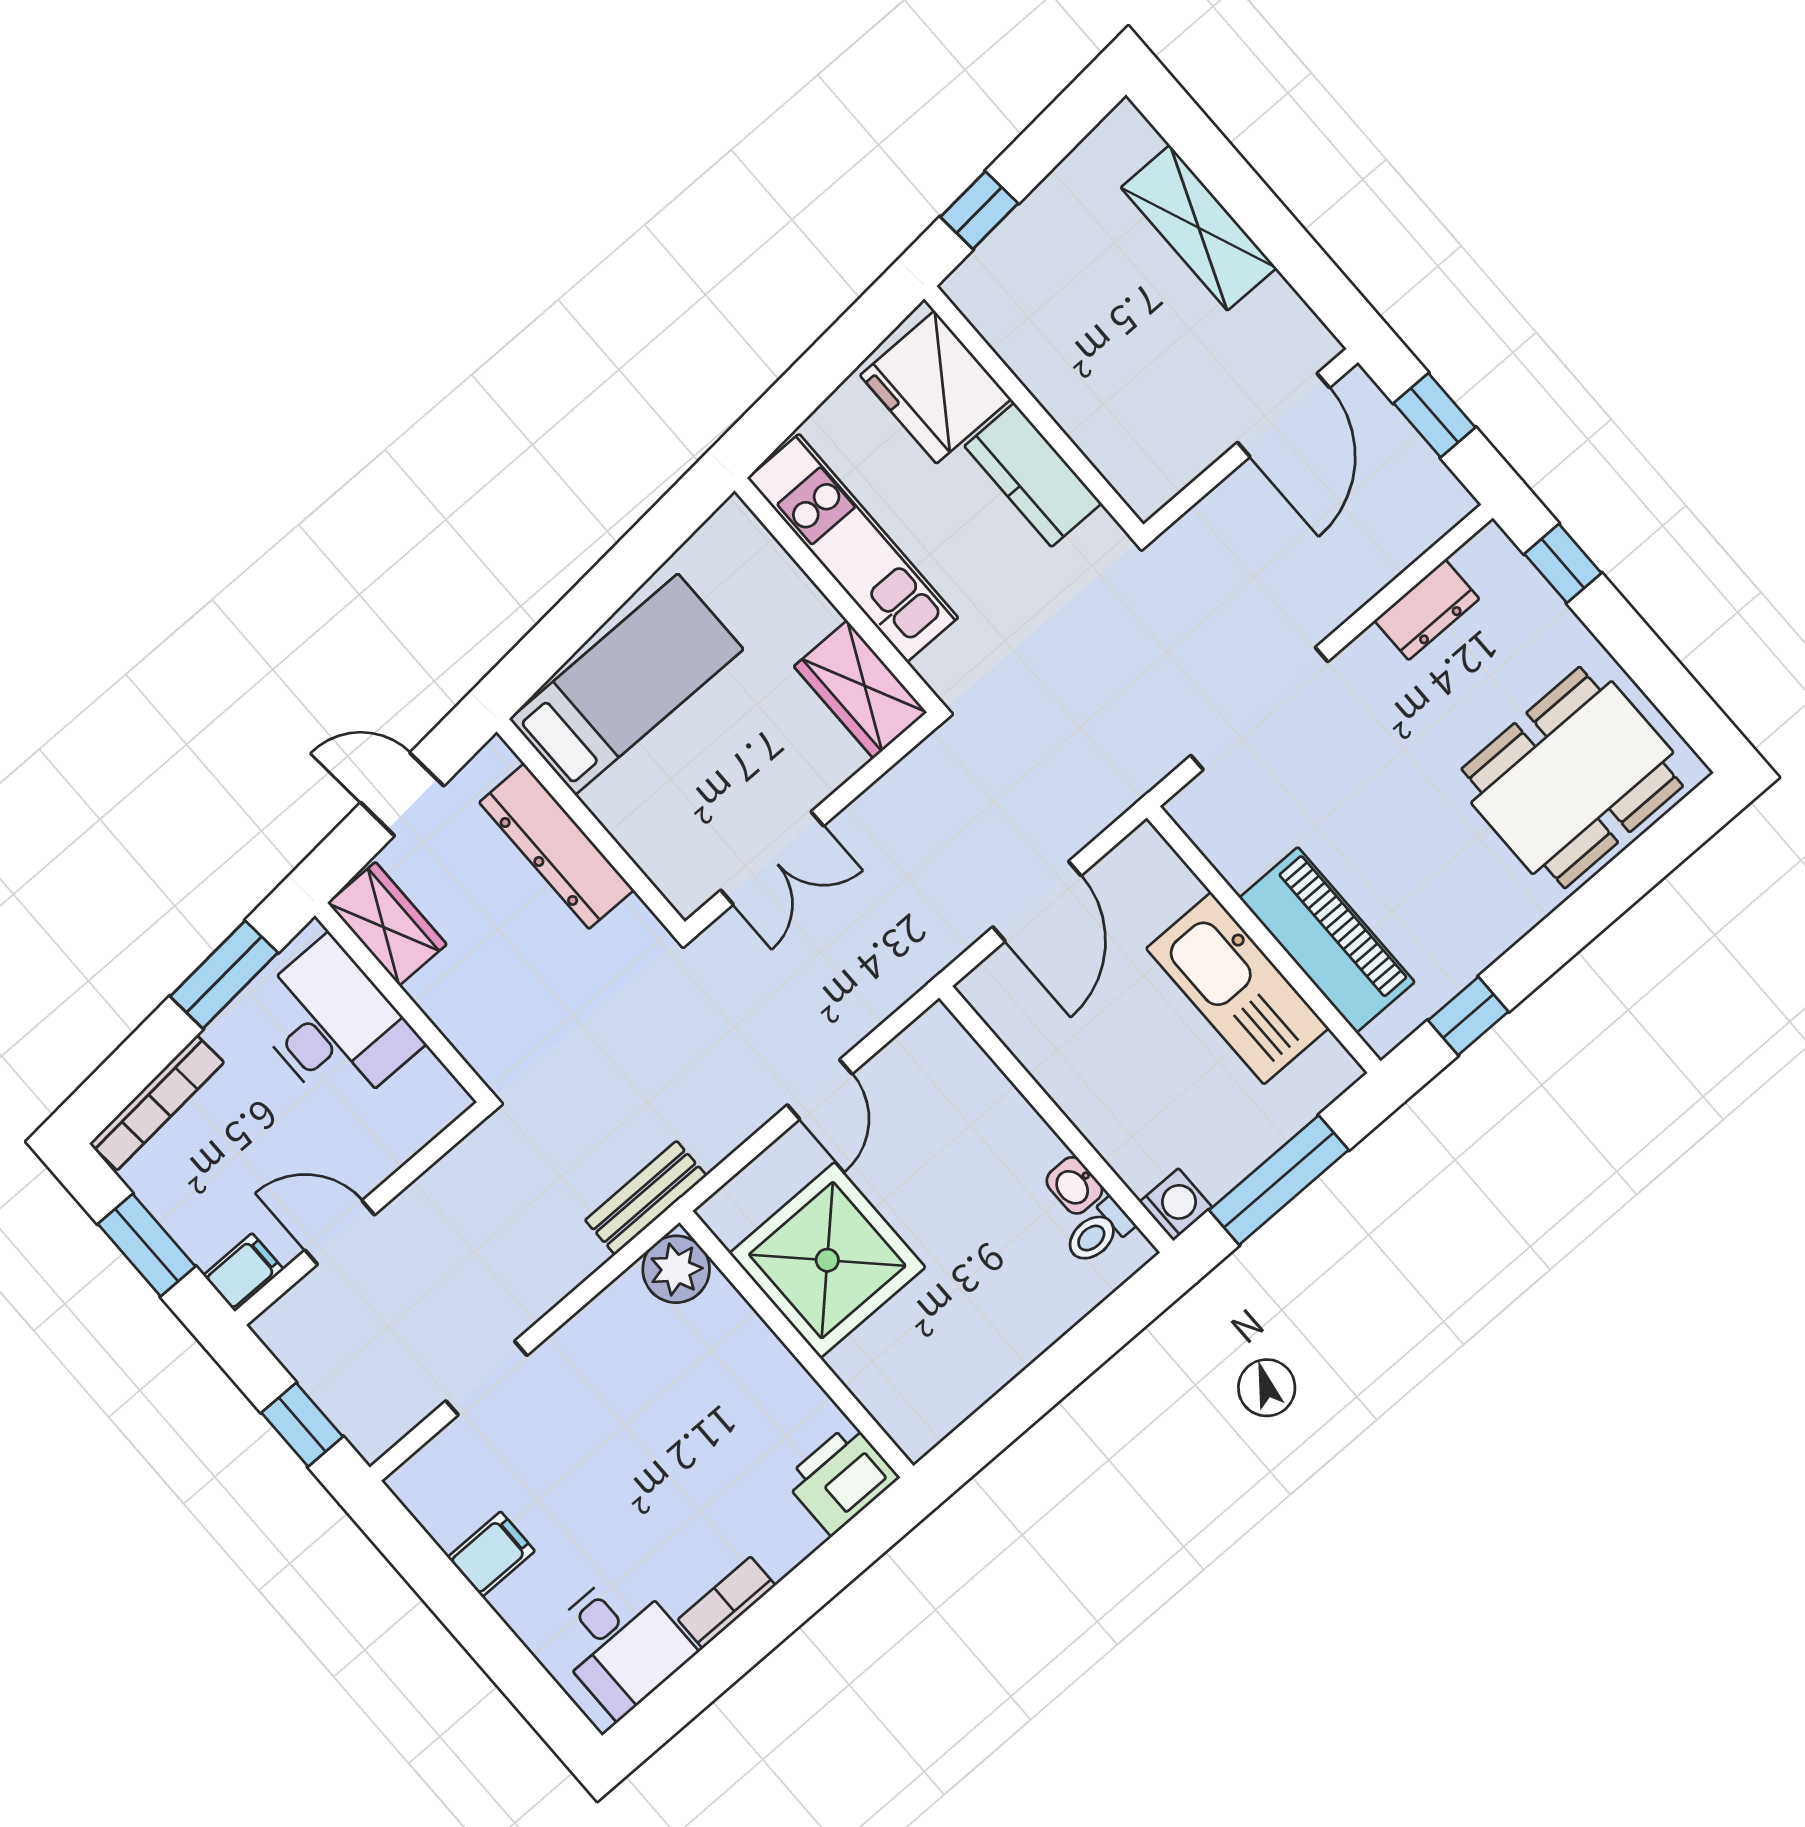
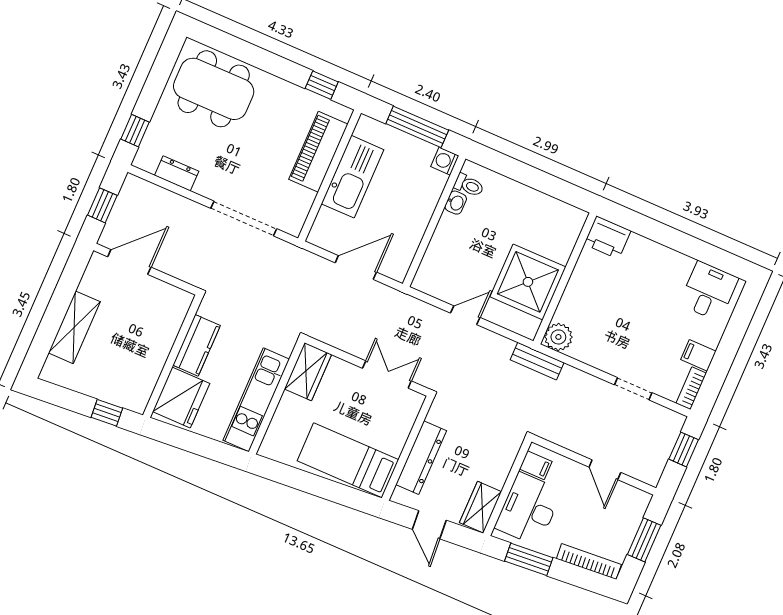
filing cabinet: (243, 1272) -> (536, 465), moved, turned 180
bookcase: (727, 1602) -> (691, 388), moved, turned 90

